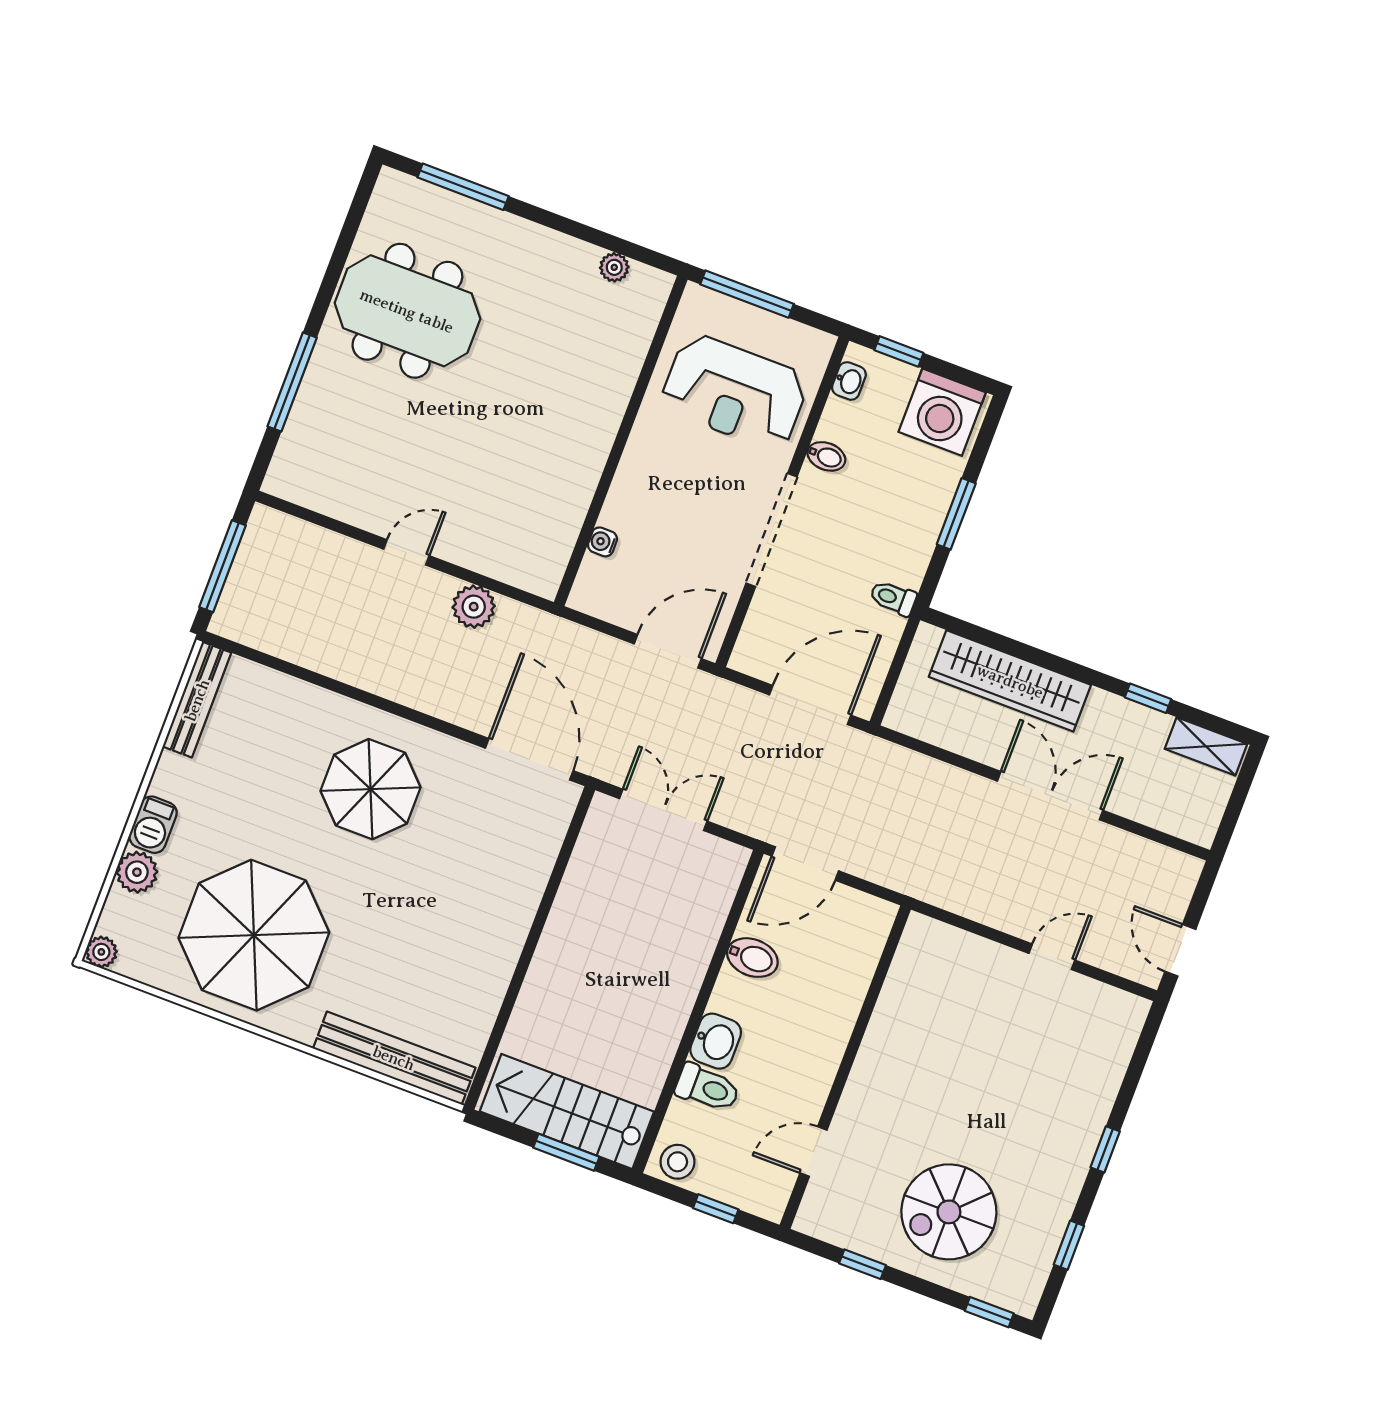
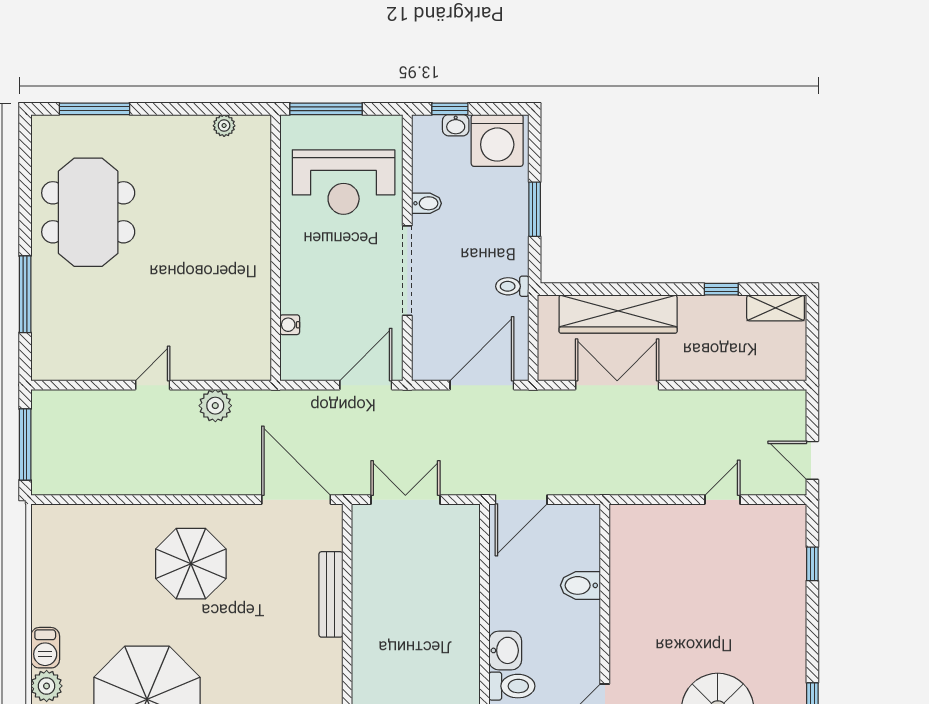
meeting table: (407, 311) -> (88, 212), turned 90
washbasin: (849, 381) -> (456, 125), moved, turned 90
bench: (197, 700) -> (331, 594), moved
double door: (1050, 796) -> (617, 385), moved
bidet: (752, 958) -> (580, 585), moved, turned 180
window: (1105, 1149) -> (812, 564), moved

